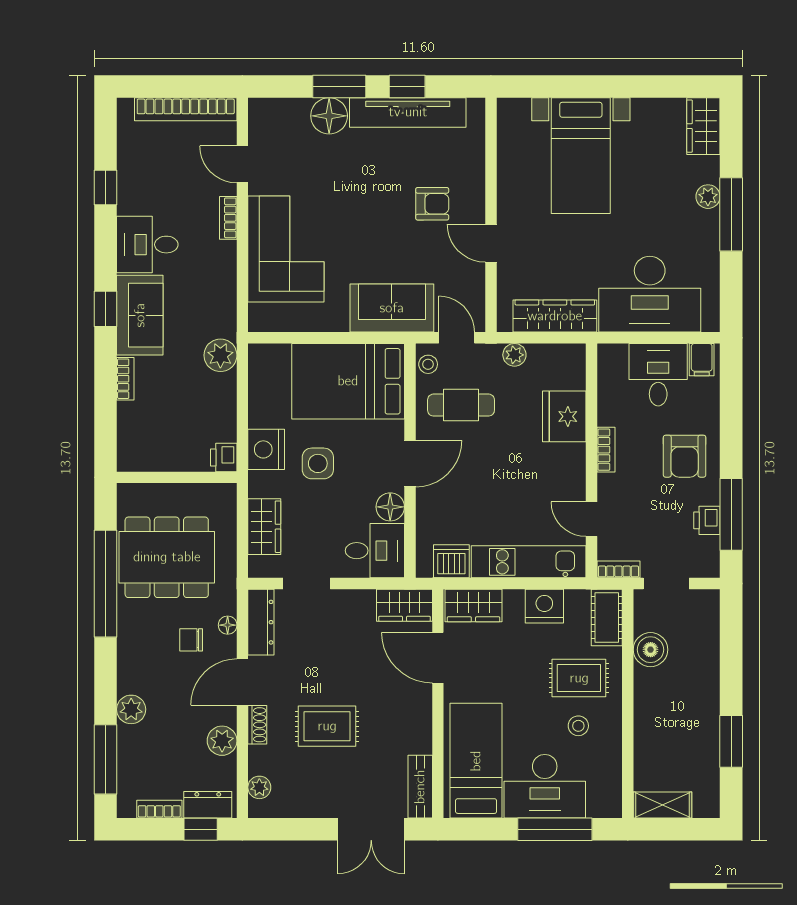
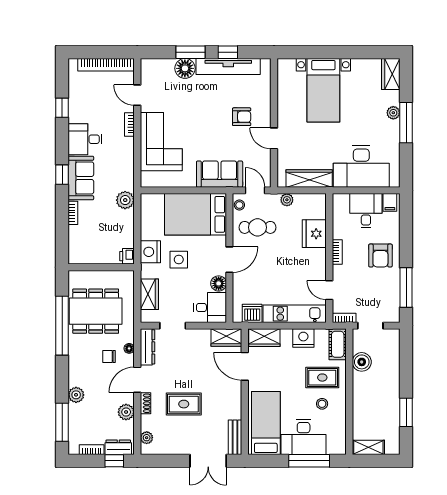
printer: (707, 520) -> (393, 291), removed

